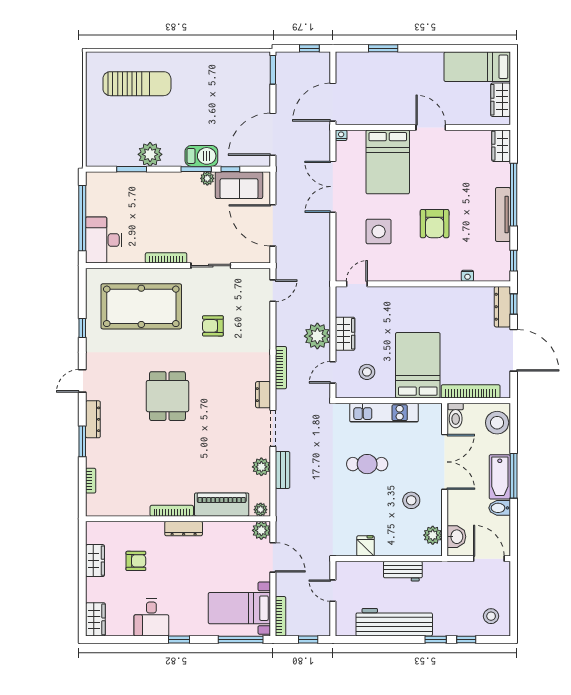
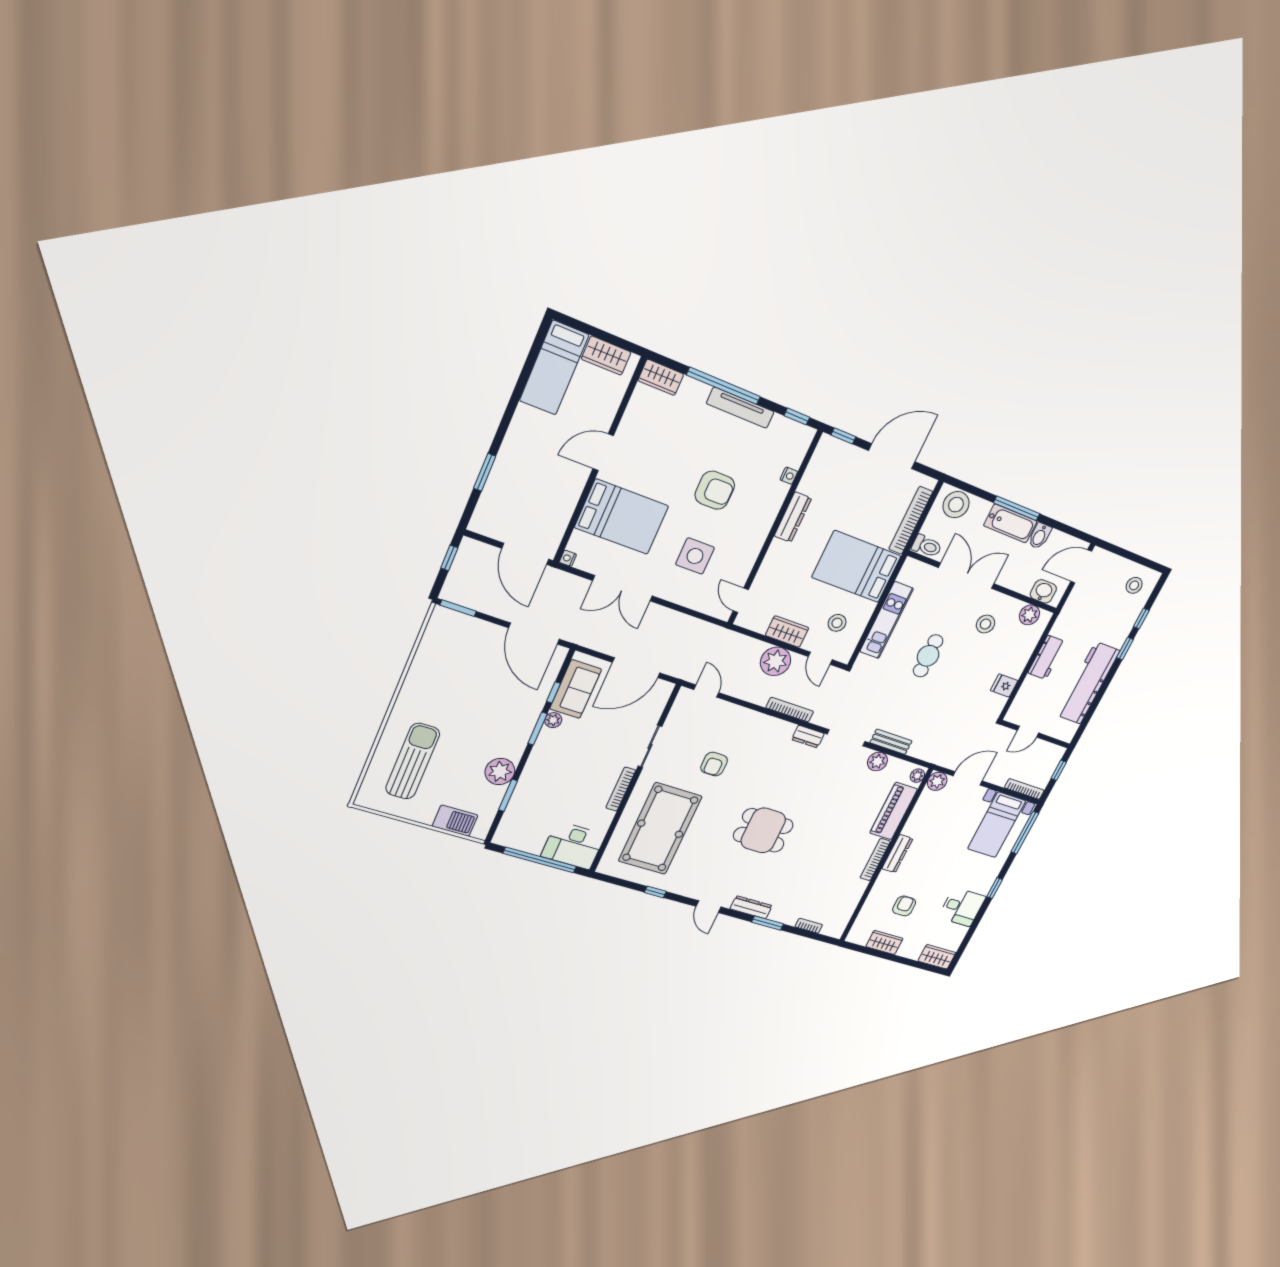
barbecue: (201, 156) -> (455, 821), moved, turned 90
dresser: (502, 307) -> (793, 517), moved, turned -90

